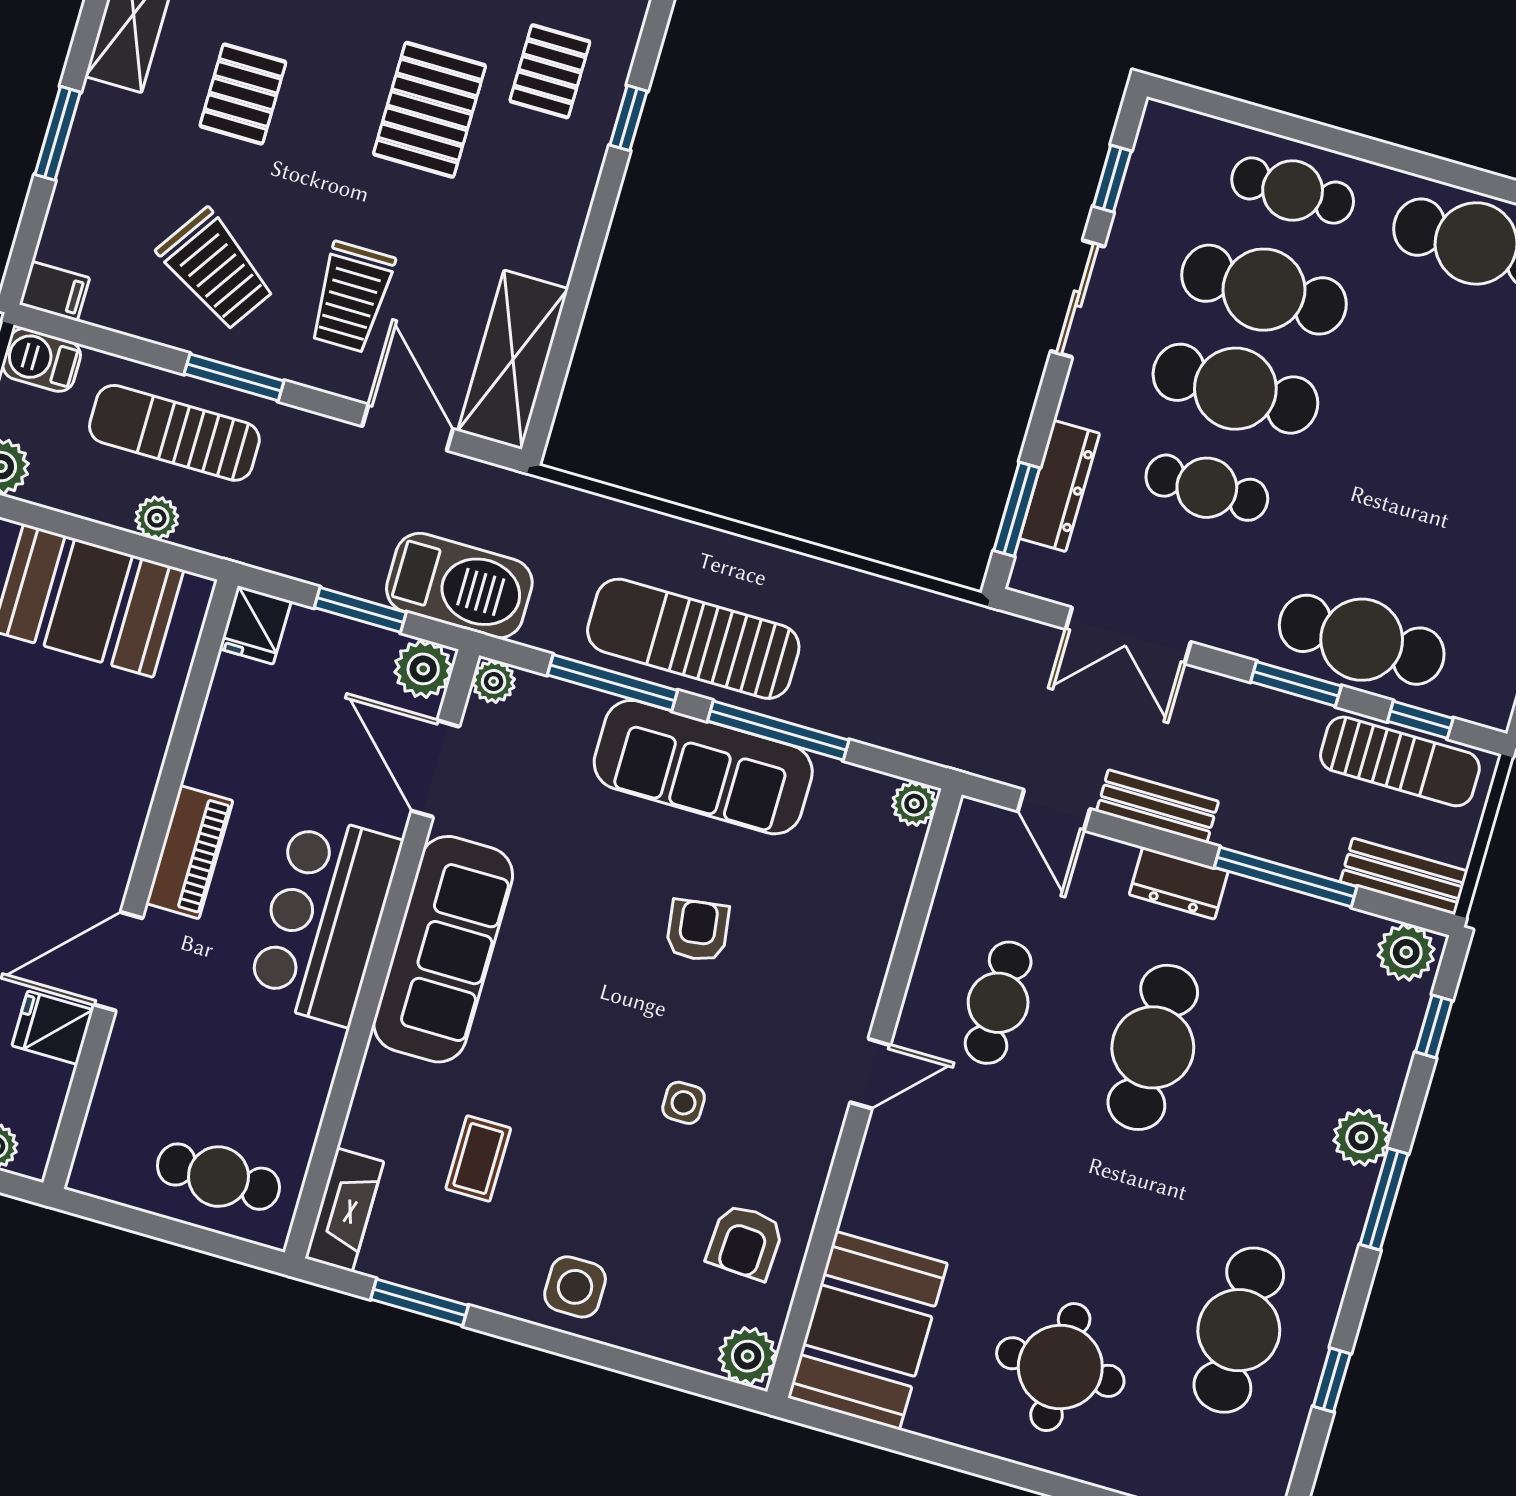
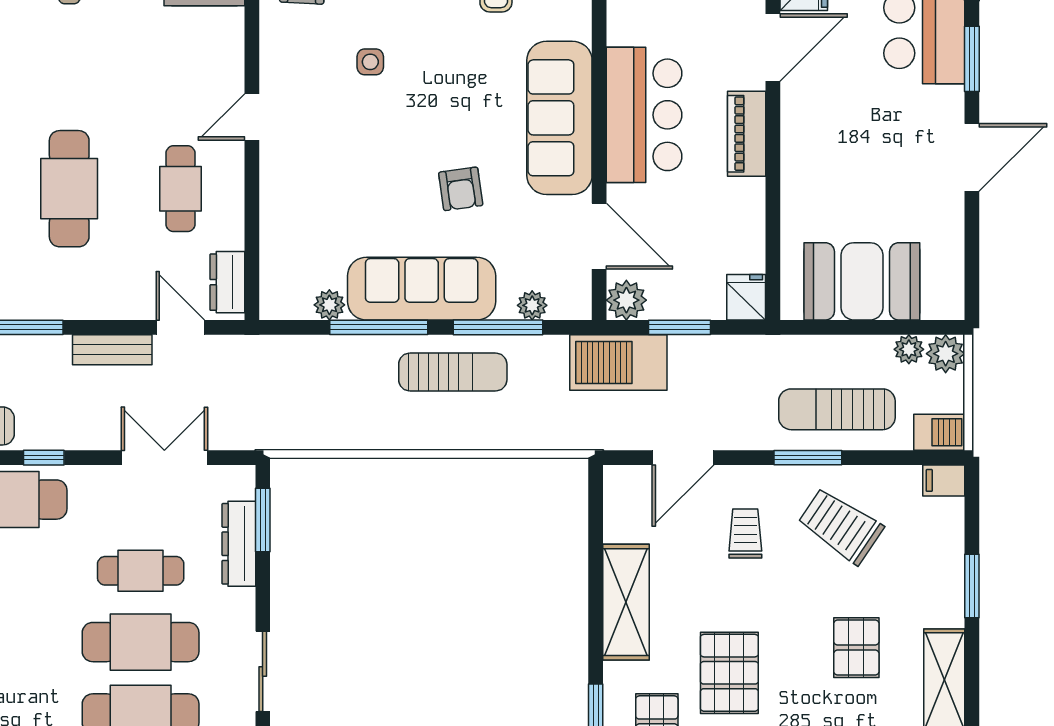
trolley: (352, 297) -> (745, 533), width x0.73, depth x0.72
shelving: (513, 360) -> (626, 602), moved
door: (408, 427) -> (683, 458), hinge flipped
sun lounger: (174, 433) -> (837, 409), turned 180
plant: (157, 518) -> (909, 349), moved
sun lounger: (693, 639) -> (453, 372), width x0.73, depth x0.75
plant: (494, 681) -> (532, 305), moved
window: (1296, 684) -> (44, 458), width x0.67
plant: (914, 804) -> (329, 305), moved
dresser: (1179, 883) -> (227, 282), moved, turned -90
armchair: (698, 930) -> (461, 189), moved

